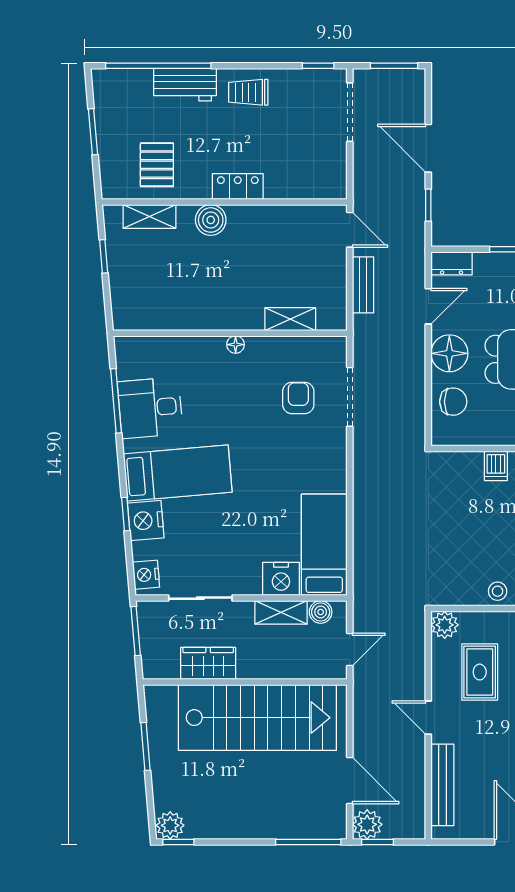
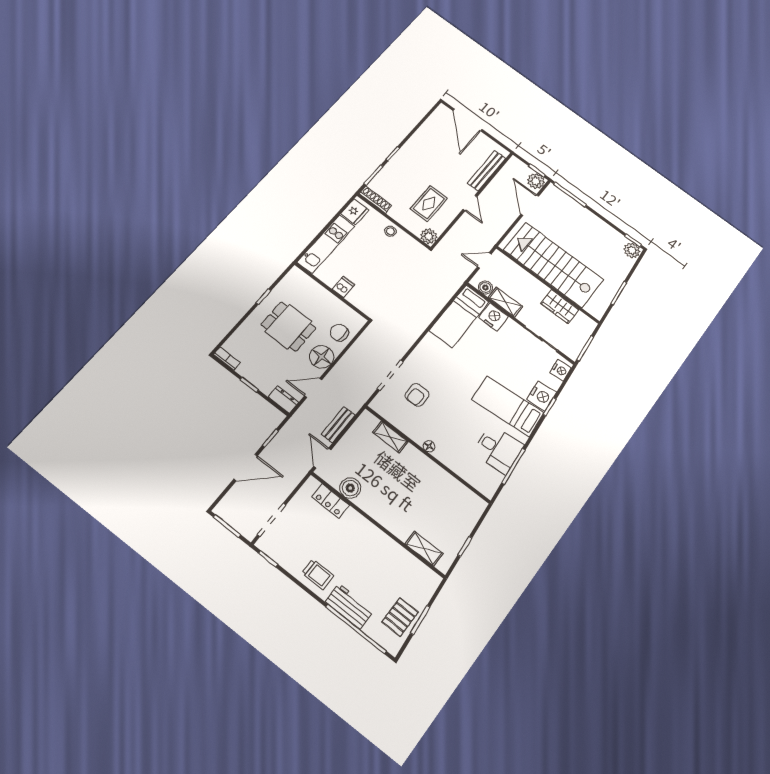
door: (428, 148) -> (246, 467), hinge flipped
pallet: (157, 165) -> (400, 617), moved
locker: (238, 187) -> (331, 501), moved
boiler: (211, 220) -> (350, 488), moved

